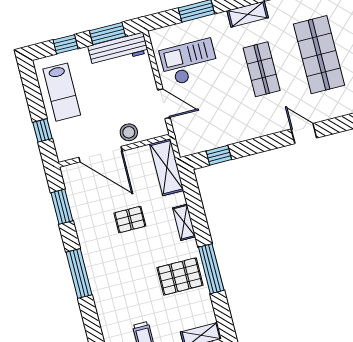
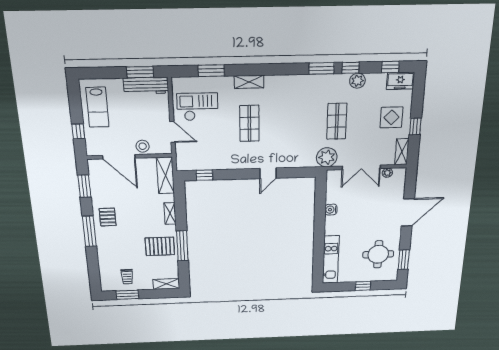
window: (65, 44) -> (106, 73), removed
shop shelf: (319, 55) -> (293, 122), removed
door: (304, 134) -> (268, 173), swing flipped
pallet: (130, 219) -> (108, 217), moved, turned 90

